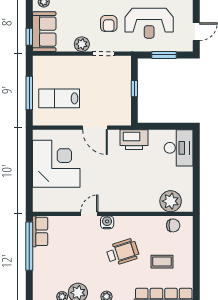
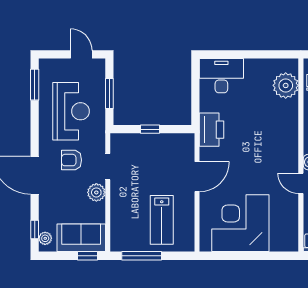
armchair: (109, 24) -> (72, 160), turned 180
window: (29, 93) -> (142, 256), moved

